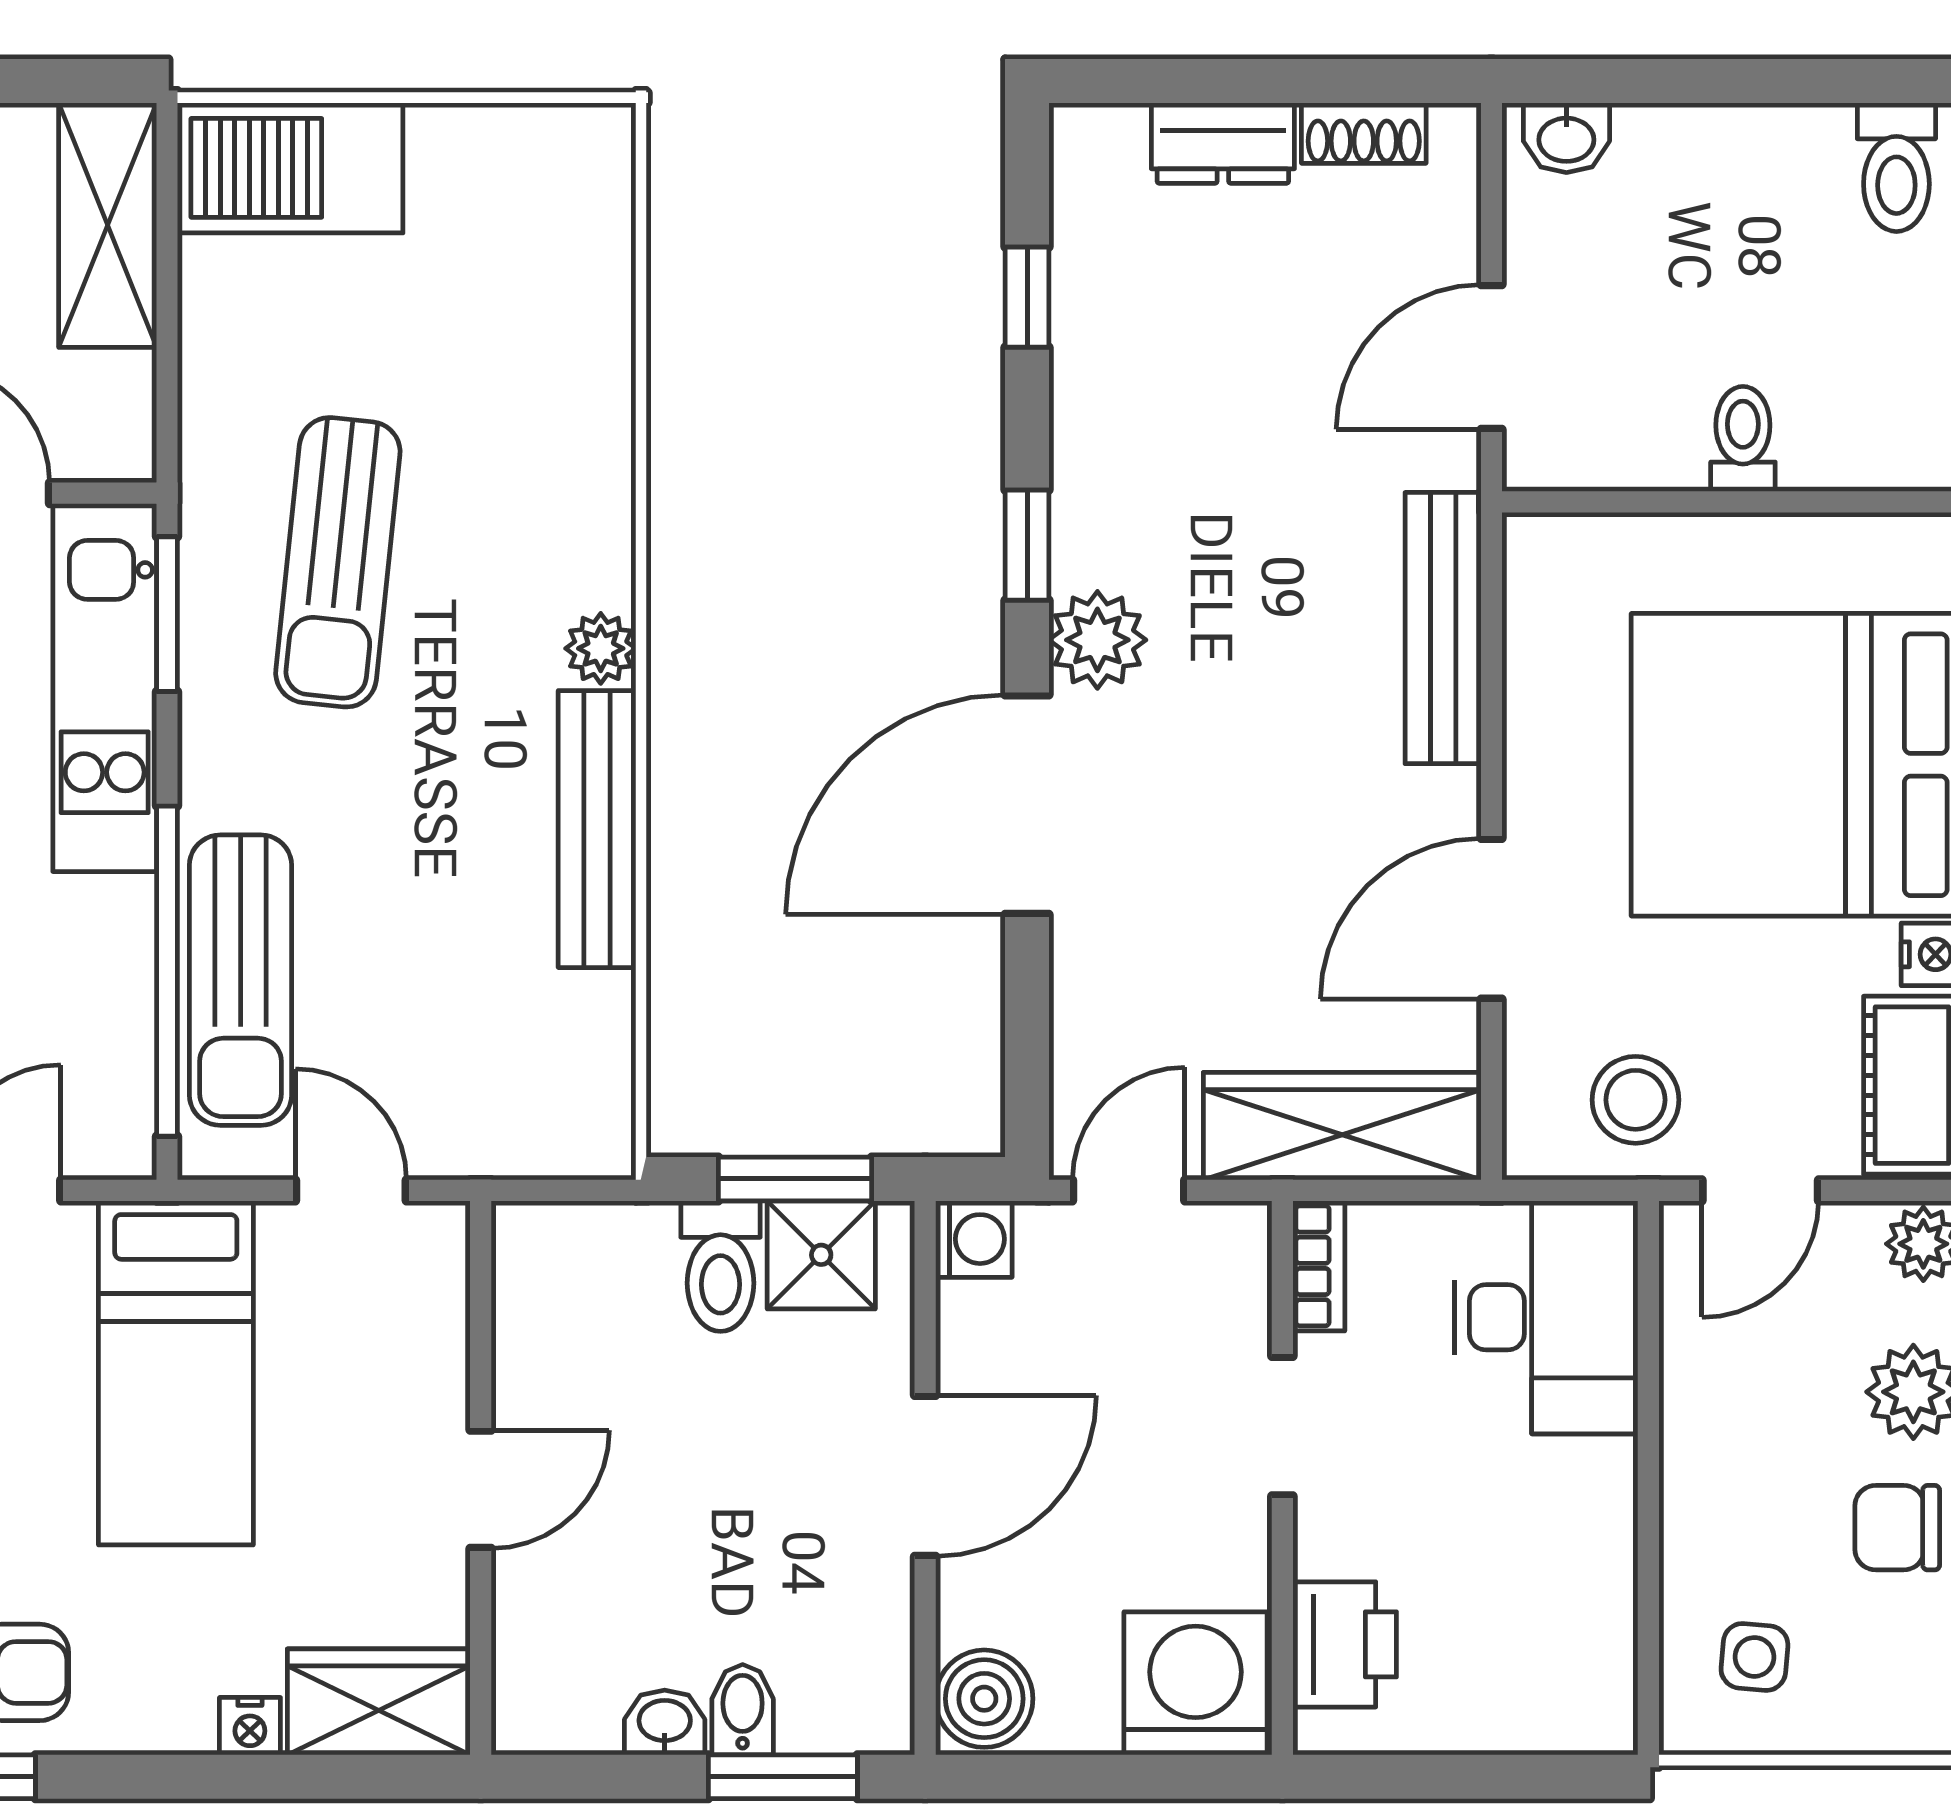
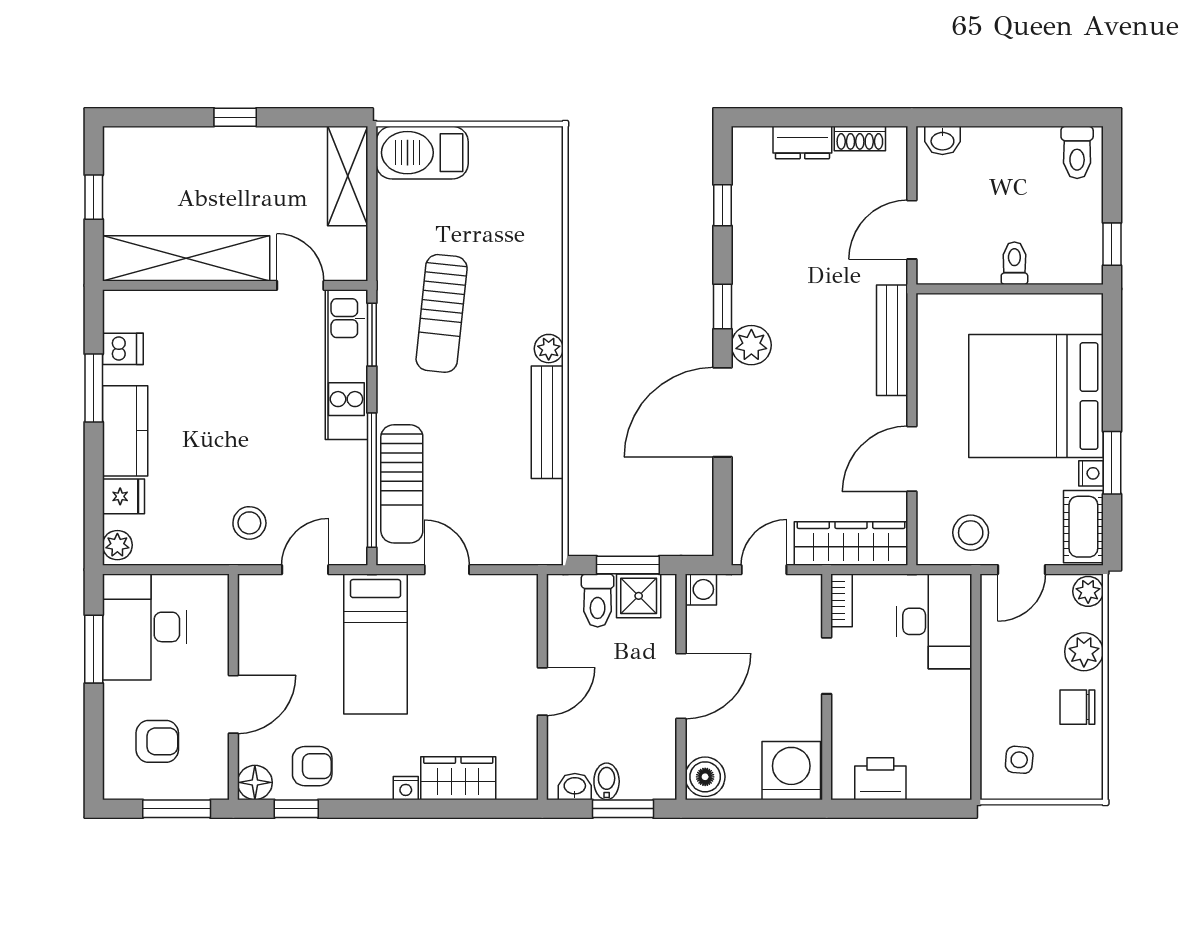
wall: (481, 1478) -> (542, 687), moved
door: (481, 1489) -> (542, 691), moved
printer: (1345, 1644) -> (880, 779), moved, turned -90

